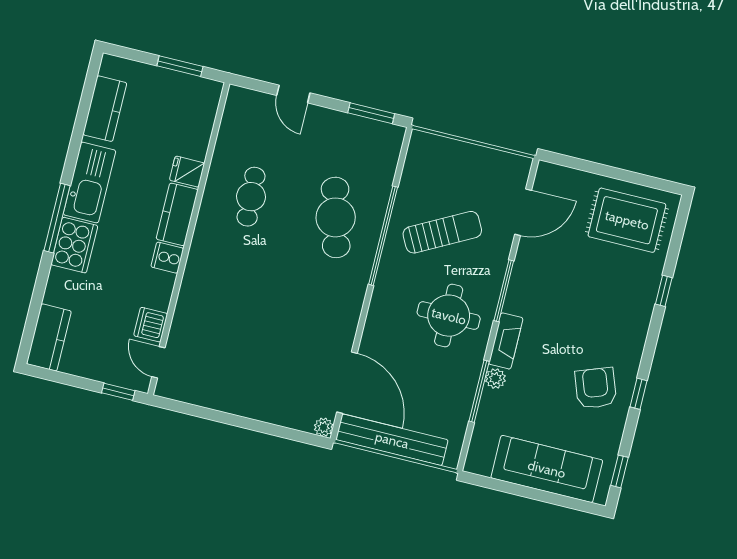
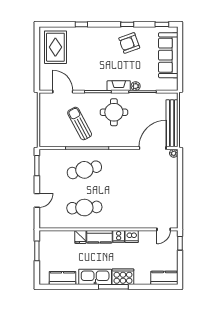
cafe table: (251, 197) -> (84, 208), width x1.37, depth x1.35
dishwasher: (151, 325) -> (132, 236), moved

